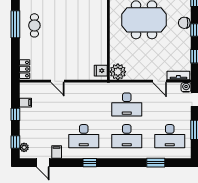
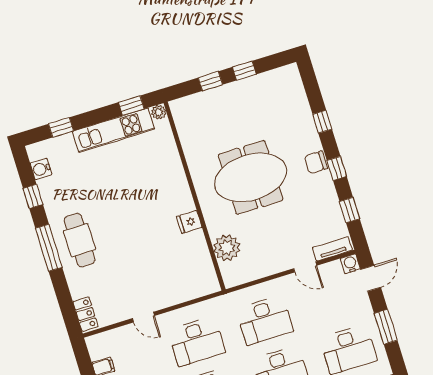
cafe table: (34, 25) -> (80, 240), width x1.37, depth x1.35
fridge: (101, 71) -> (189, 222), moved
plant: (118, 72) -> (227, 248), moved
desk: (84, 104) -> (197, 341), added

